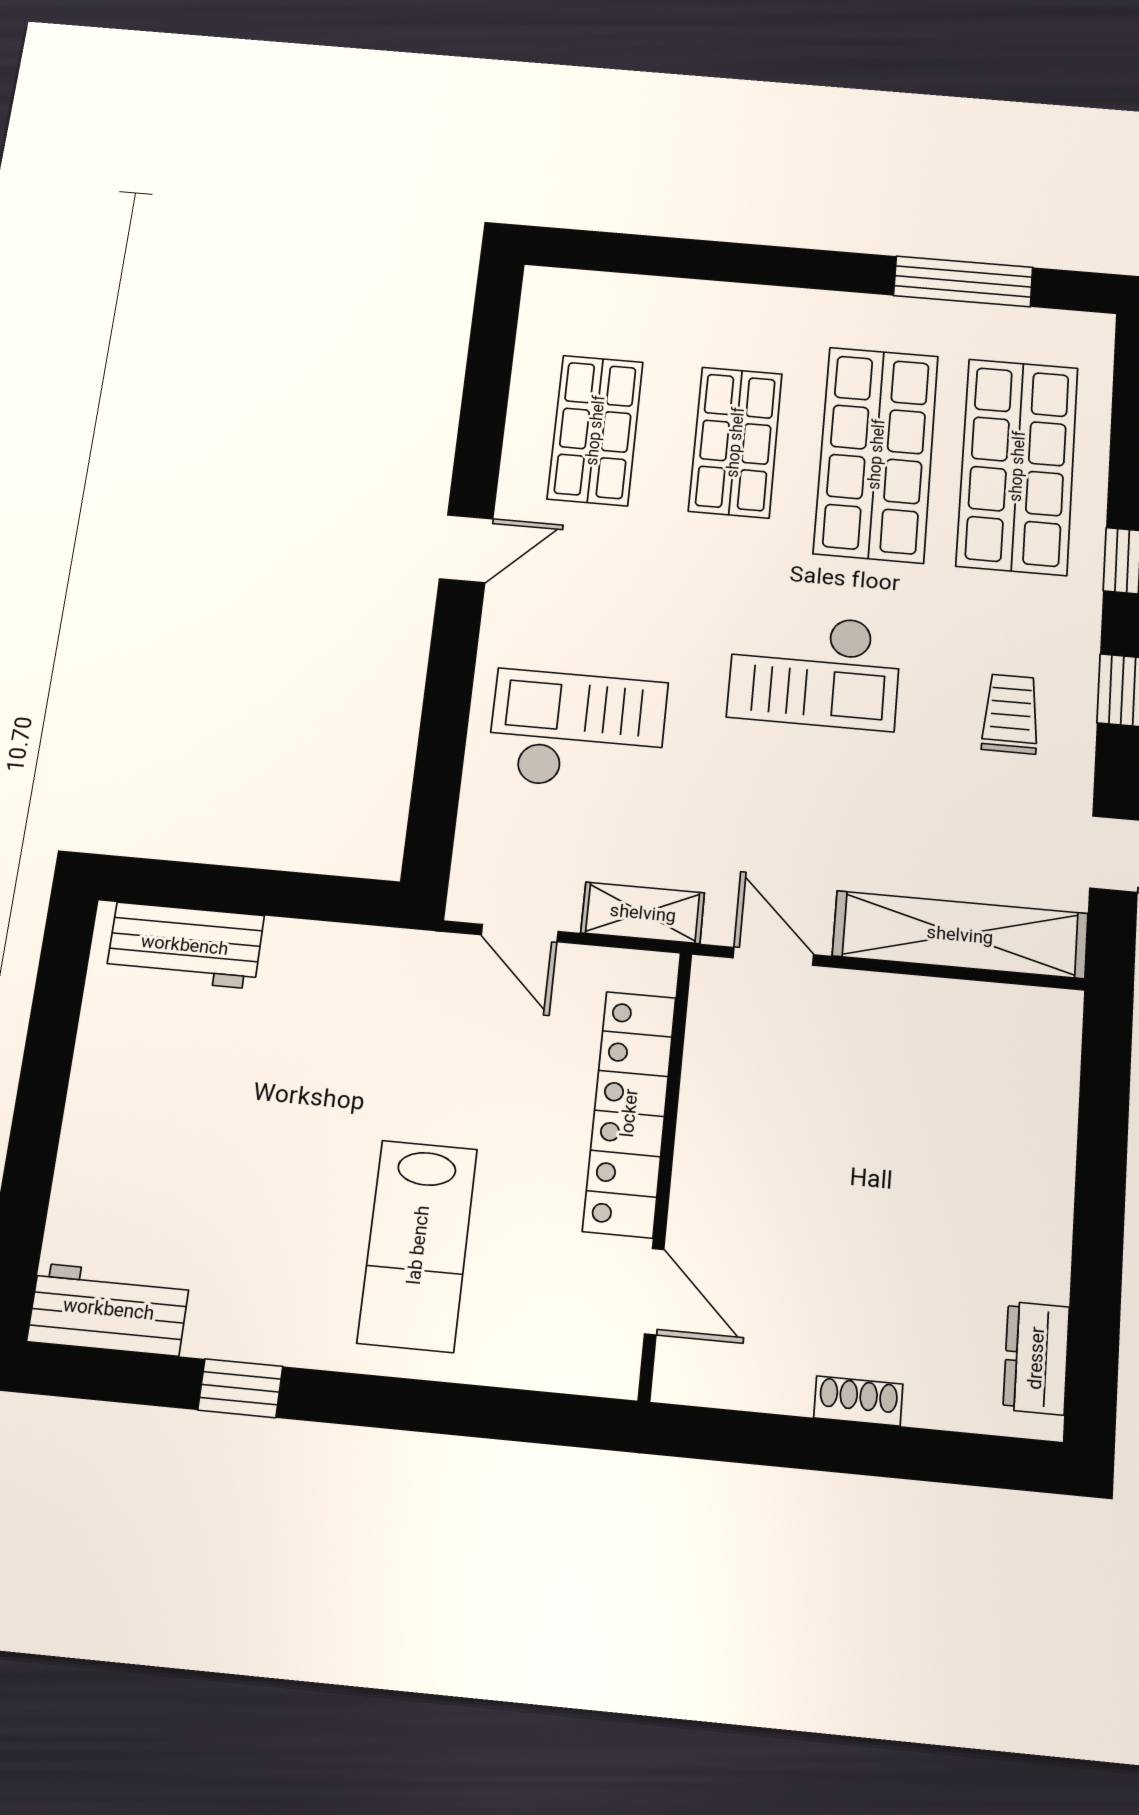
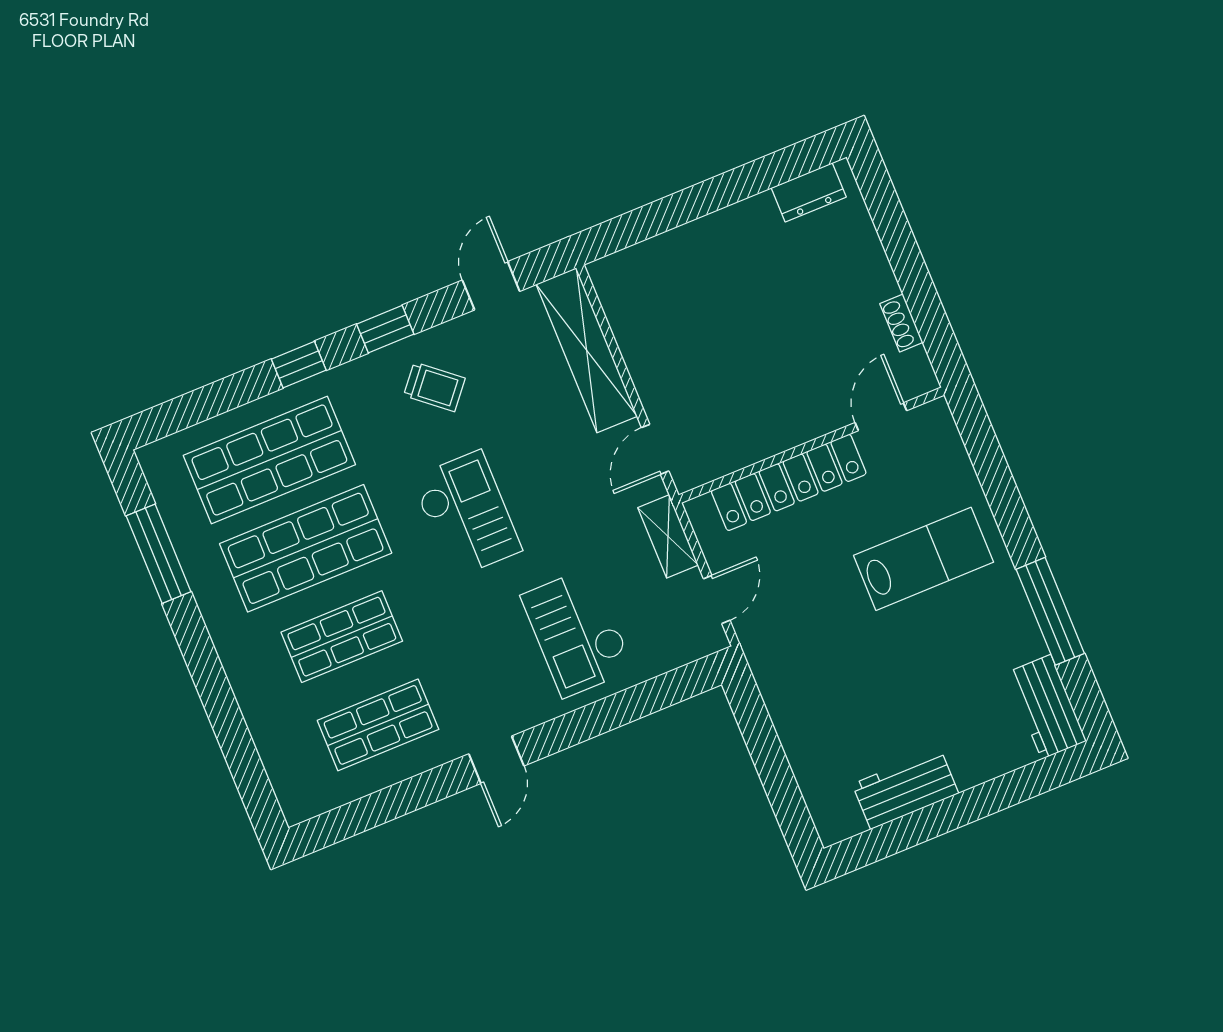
door: (466, 549) -> (496, 760), swing flipped
trolley: (1011, 714) -> (434, 387), turned -140
workbench: (185, 945) -> (905, 789), moved, turned -90
window: (240, 1388) -> (1050, 611), width x2.17
shoe rack: (858, 1401) -> (901, 323), moved

